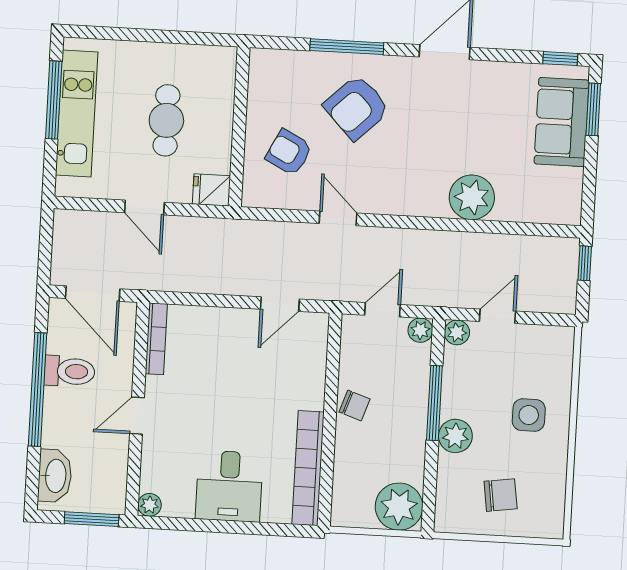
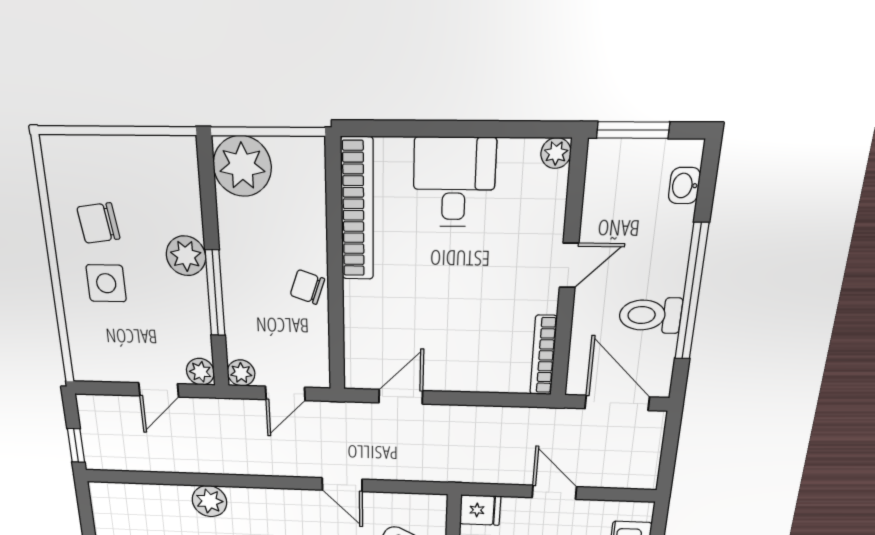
plant: (472, 197) -> (209, 501), width x0.73, depth x0.73
washbasin: (55, 476) -> (684, 186), width x0.52, depth x0.69
chair: (501, 495) -> (98, 223), moved

